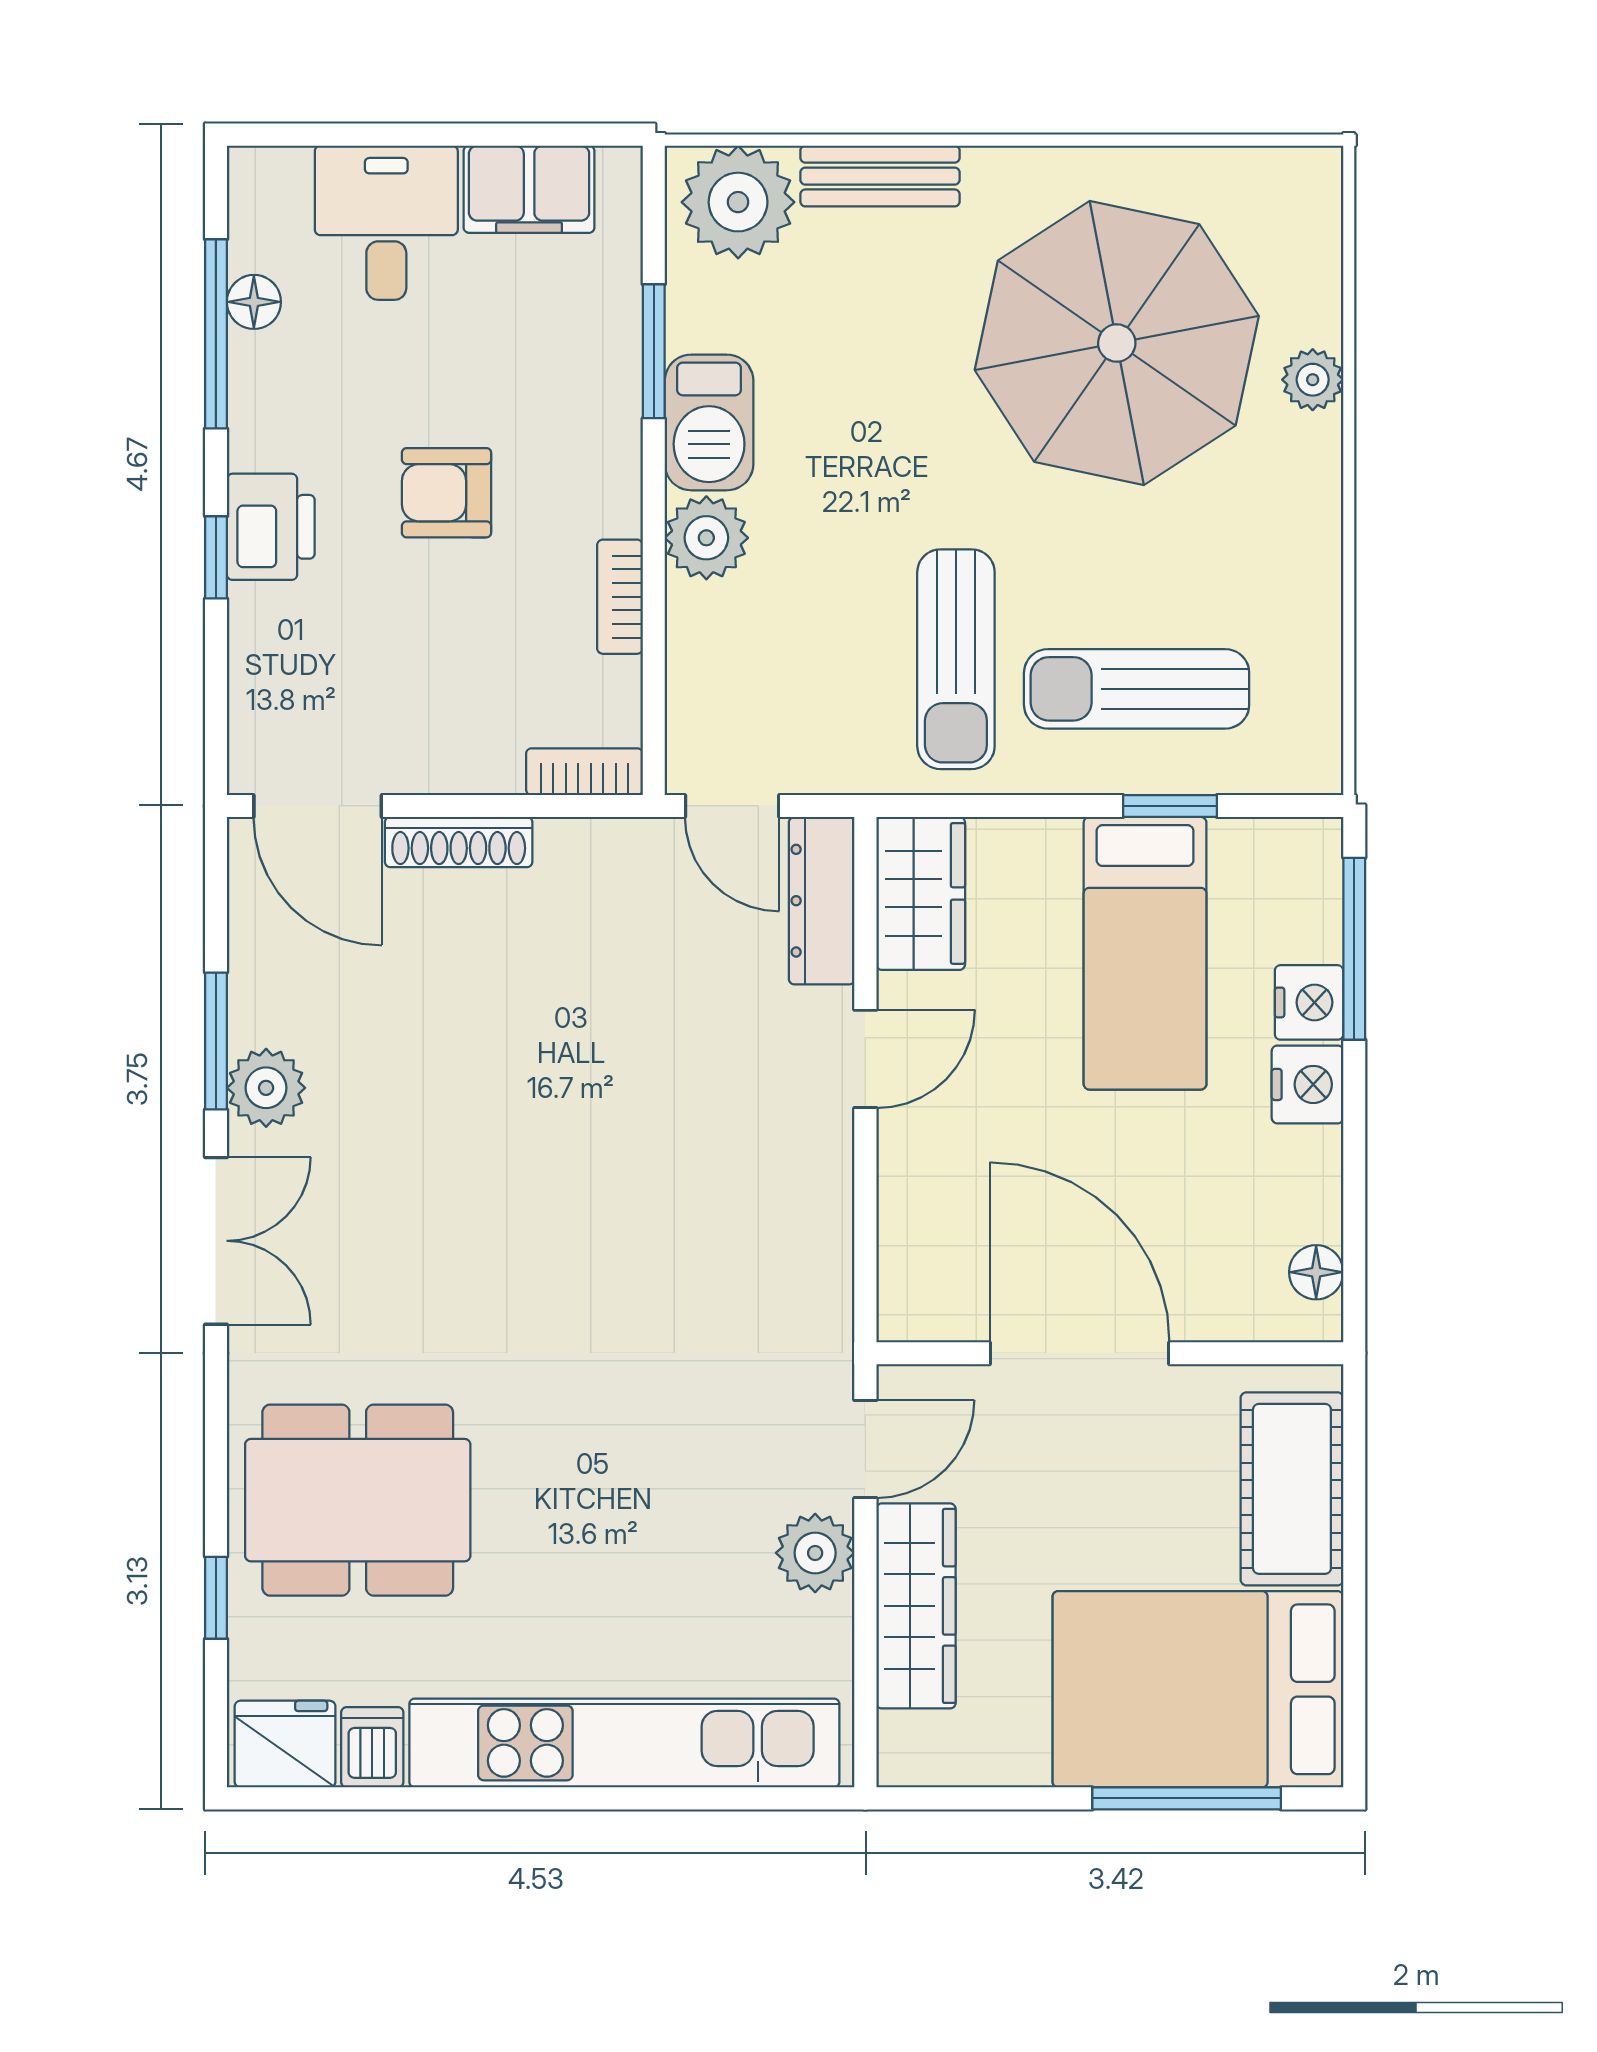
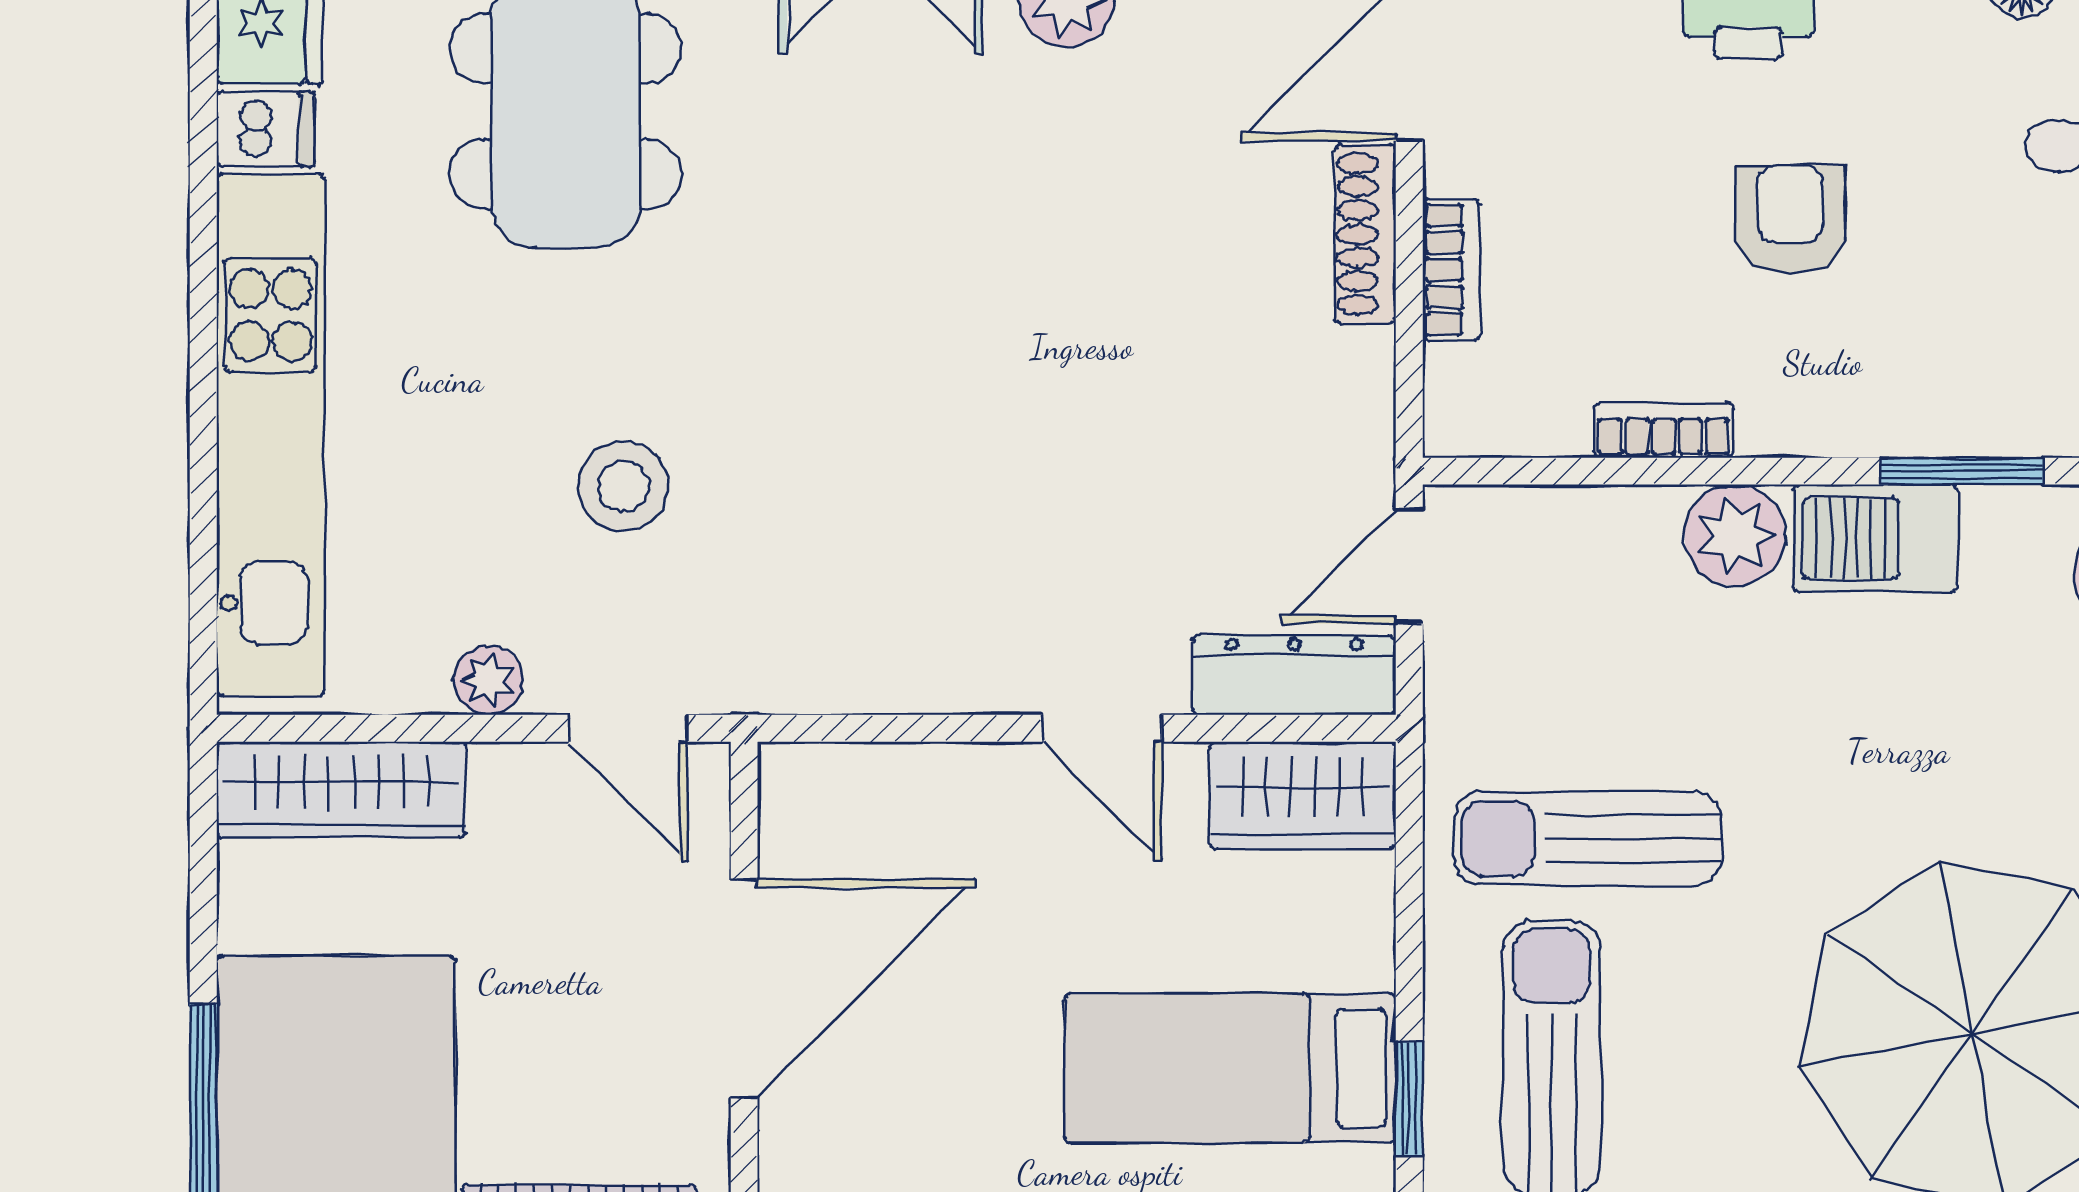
bookcase: (584, 772) -> (1451, 270), moved
stool: (666, 1453) -> (623, 486), added
plant: (815, 1553) -> (488, 680), width x0.73, depth x0.73
wardrobe: (916, 1606) -> (341, 790), moved

